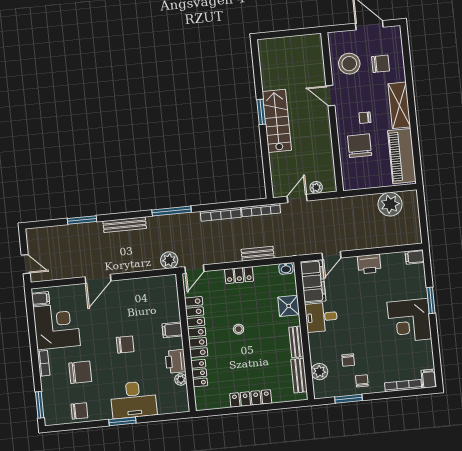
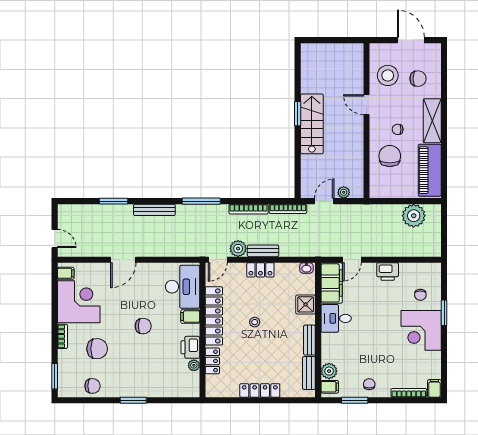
bench: (258, 254) -> (263, 251), moved
filing cabinet: (415, 257) -> (330, 387), moved, turned 180
plant: (169, 260) -> (238, 249), moved
chair: (348, 360) -> (420, 295), moved
desk: (133, 400) -> (183, 287), moved, turned -90

